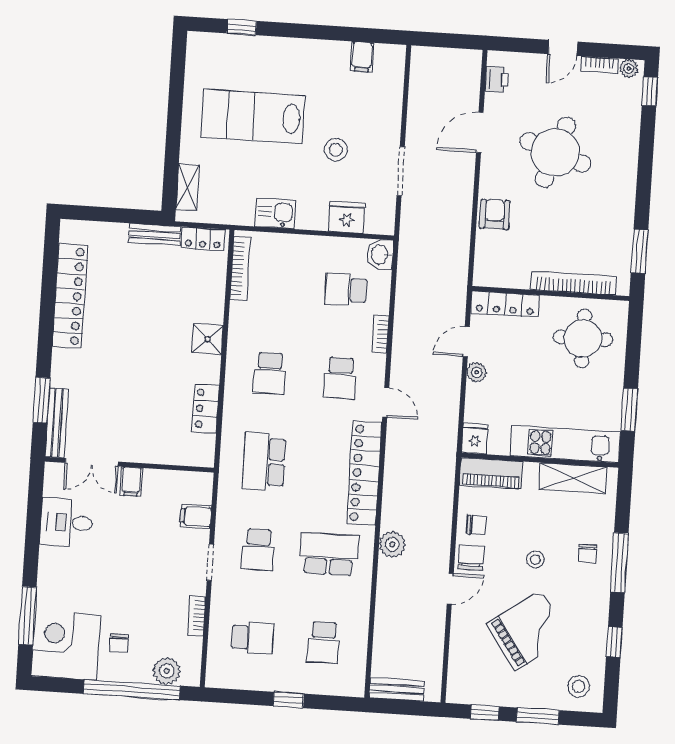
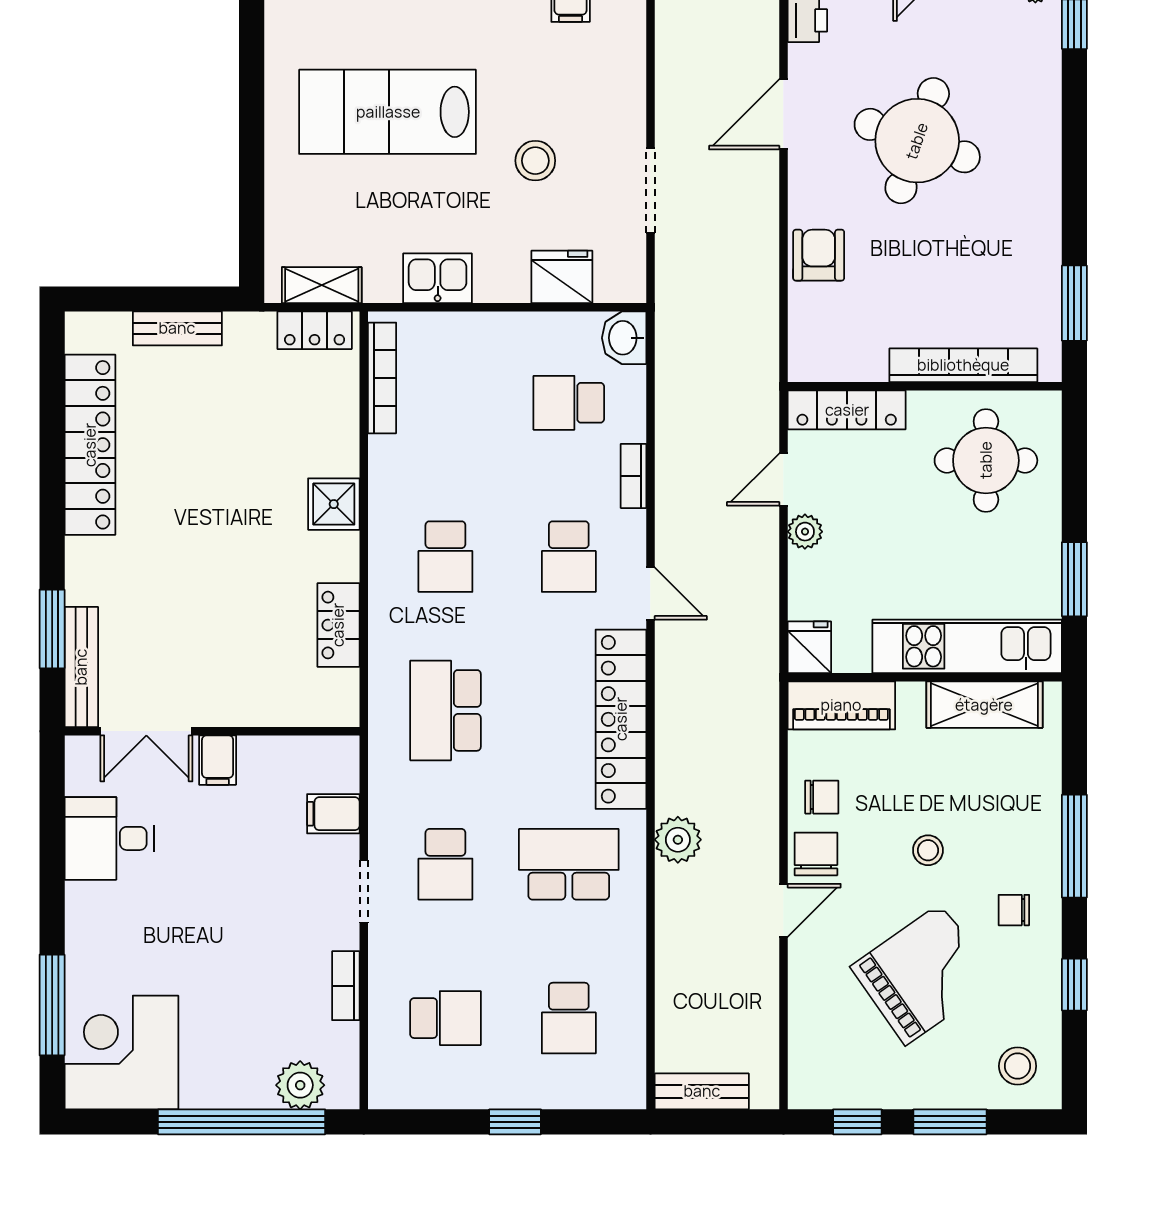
shelving: (188, 187) -> (322, 285), moved, turned 90
bench: (154, 235) -> (177, 328), moved
chair: (588, 553) -> (1014, 910), moved, turned 90
chair: (119, 643) -> (213, 1042), removed

